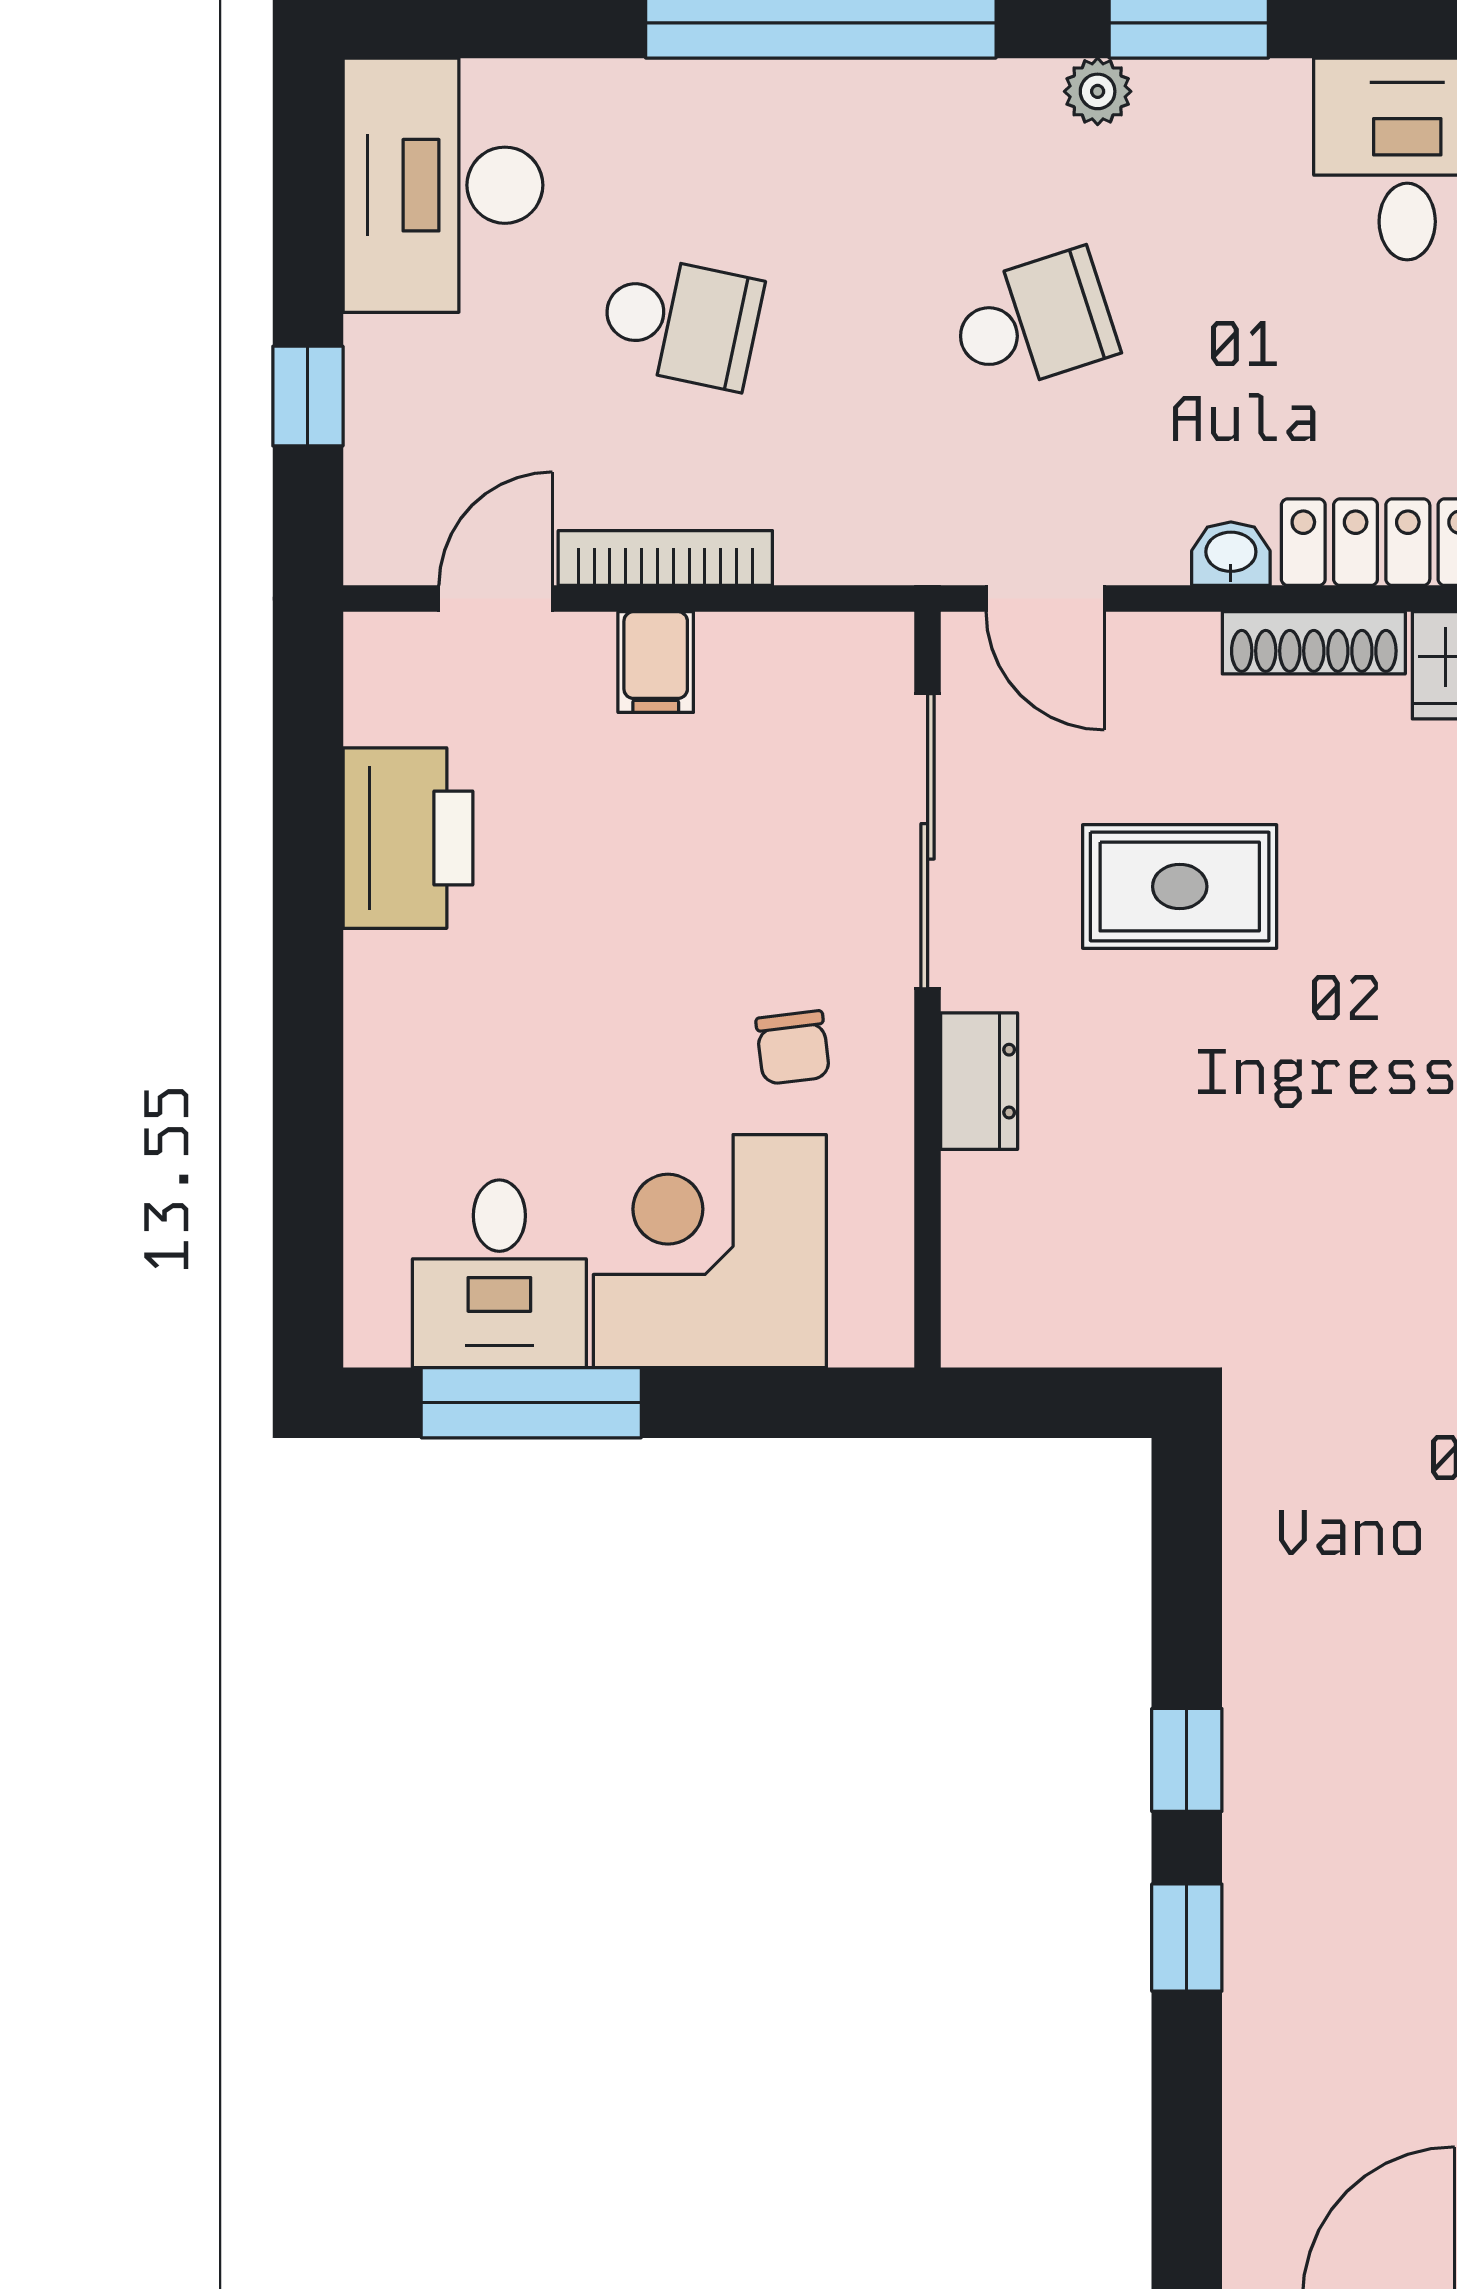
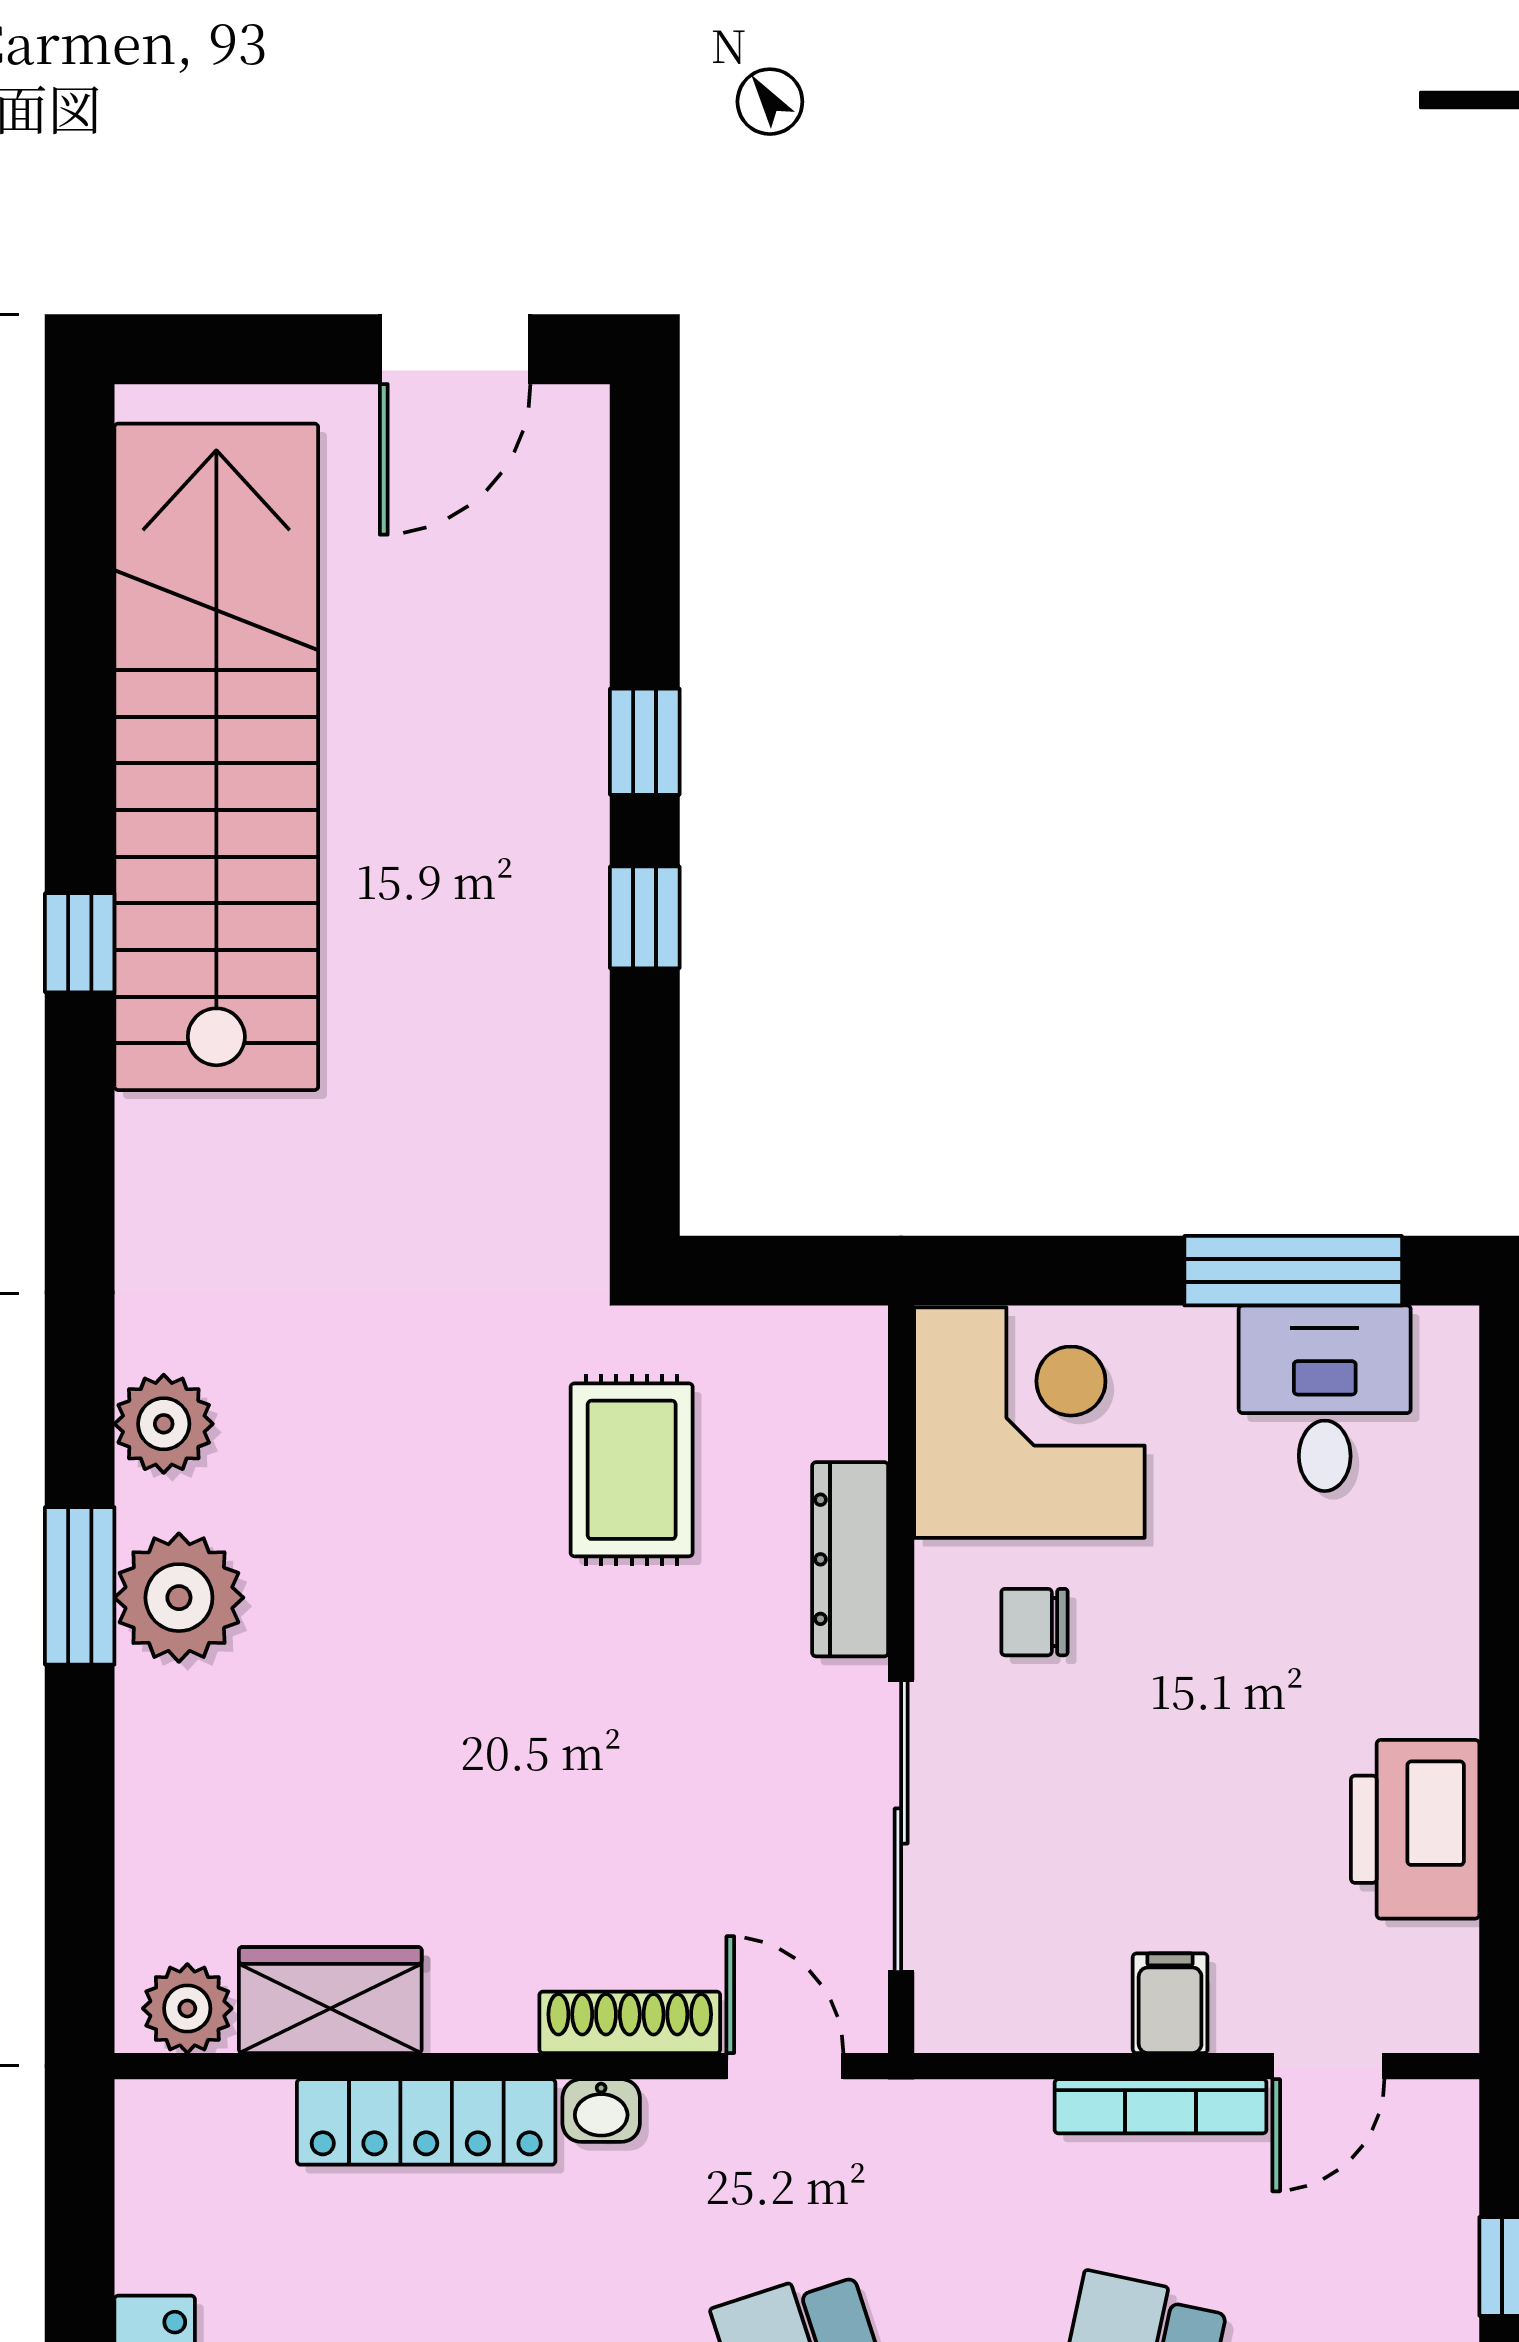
shoe rack: (1314, 643) -> (630, 2022), moved
rug: (1180, 887) -> (632, 1470), moved, turned 90
chair: (793, 1048) -> (1034, 1622), turned -83
dresser: (979, 1081) -> (850, 1559), width x1.44
corner desk: (710, 1251) -> (1029, 1423), moved, turned -90

